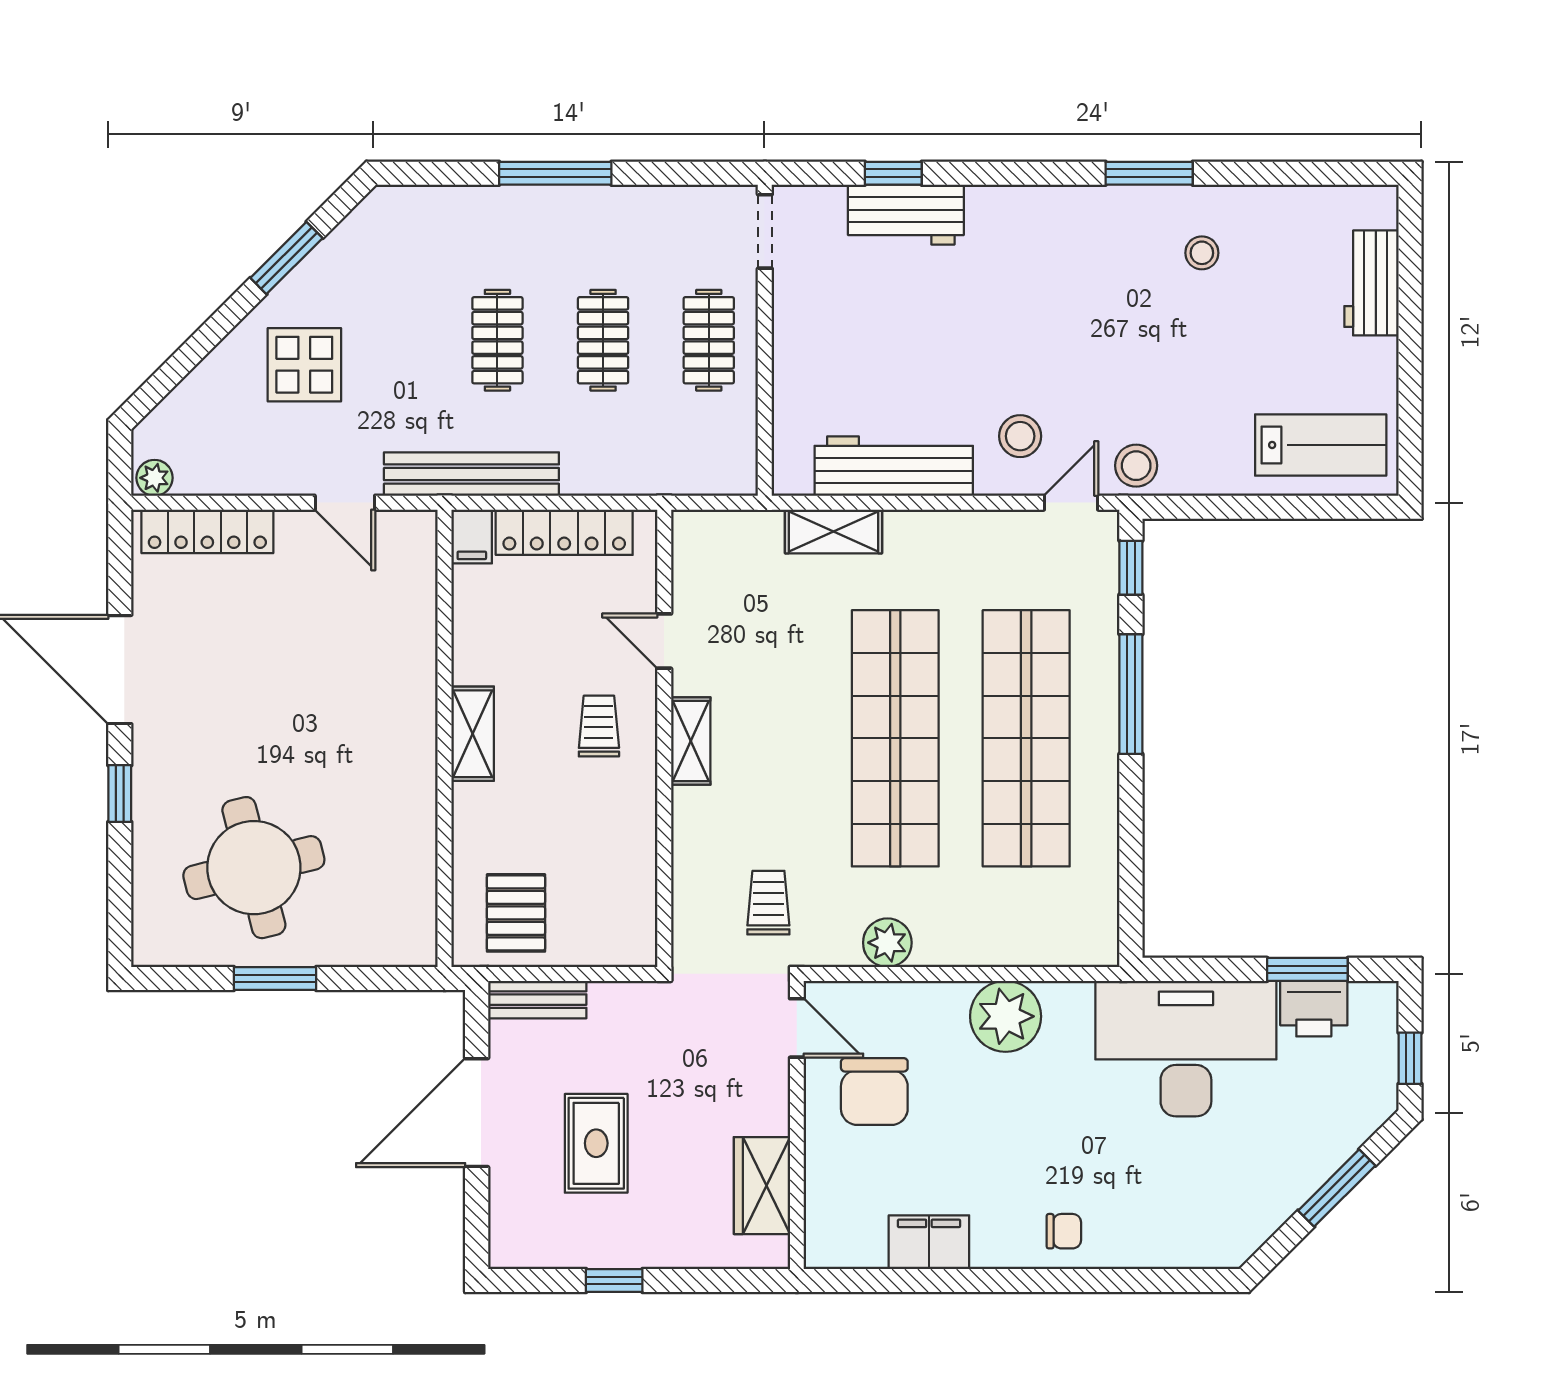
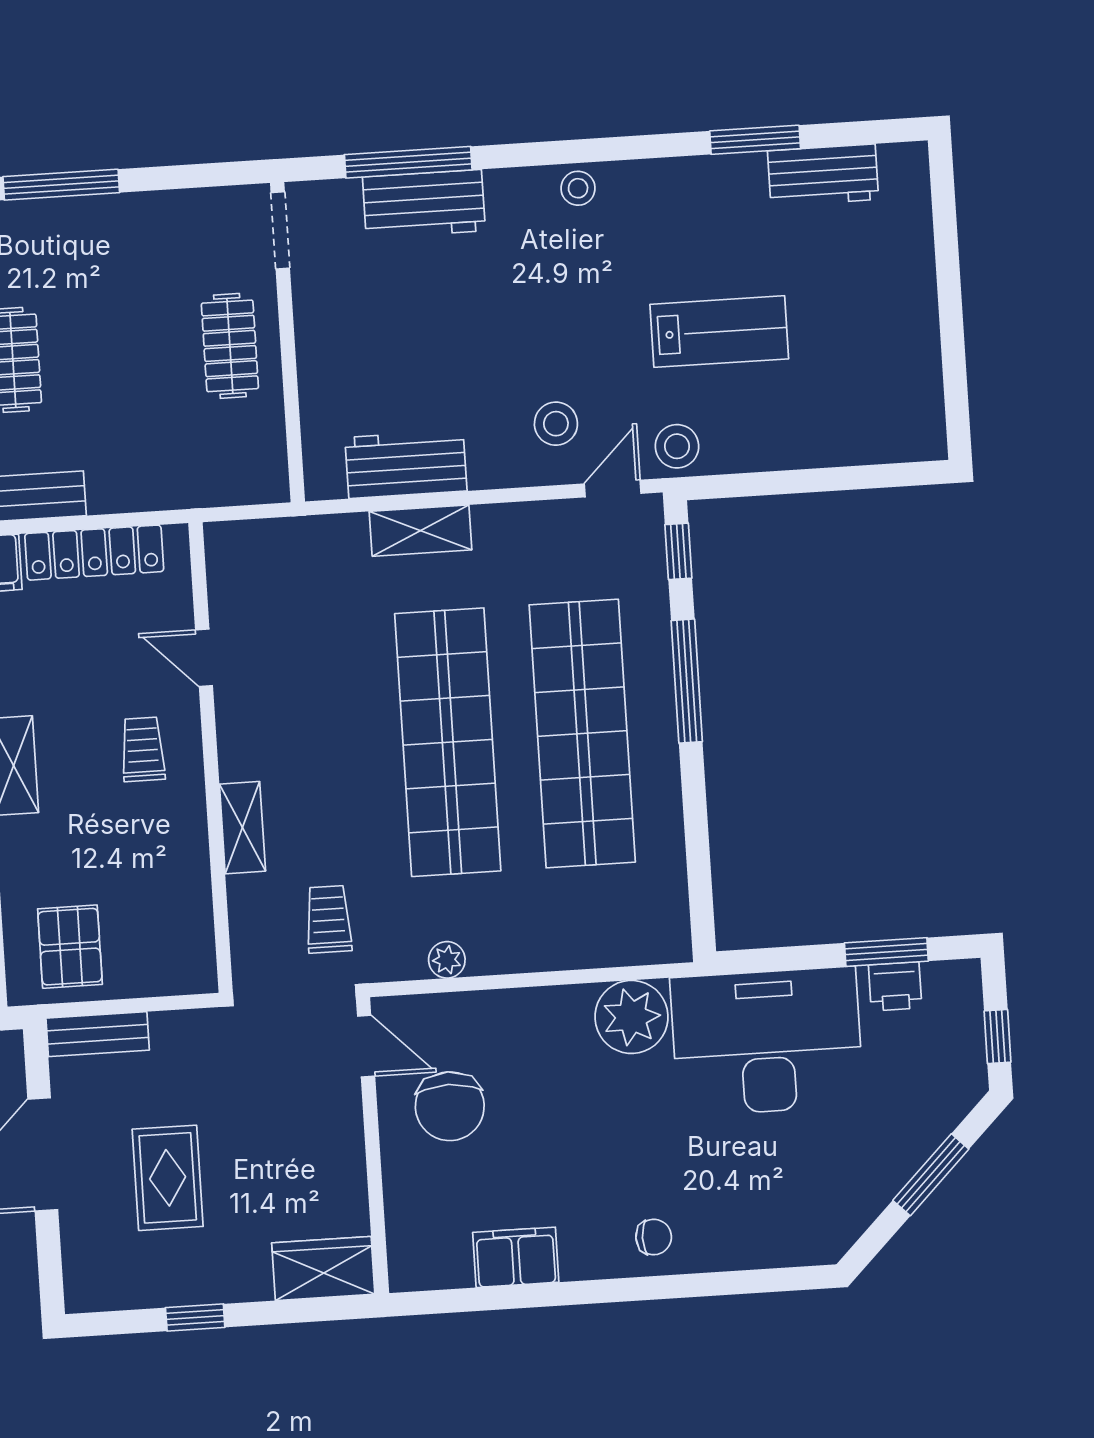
window: (893, 173) -> (408, 162), width x2.17
window: (1149, 173) -> (755, 140), moved
stool: (1202, 253) -> (578, 188), moved
workbench: (1371, 283) -> (823, 175), moved, turned -90
clothes rail: (603, 340) -> (121, 353), removed
lab bench: (1321, 445) -> (719, 332), moved
workbench: (894, 466) -> (406, 464), width x0.73
shelving: (834, 531) -> (421, 531), moved
shelving: (691, 741) -> (242, 828), moved
plant: (887, 943) -> (447, 960), width x0.73, depth x0.73
printer: (1314, 1009) -> (895, 986), width x0.73, depth x0.81
plant: (1006, 1016) -> (631, 1017), moved
wardrobe: (762, 1186) -> (323, 1268), moved, turned 90

